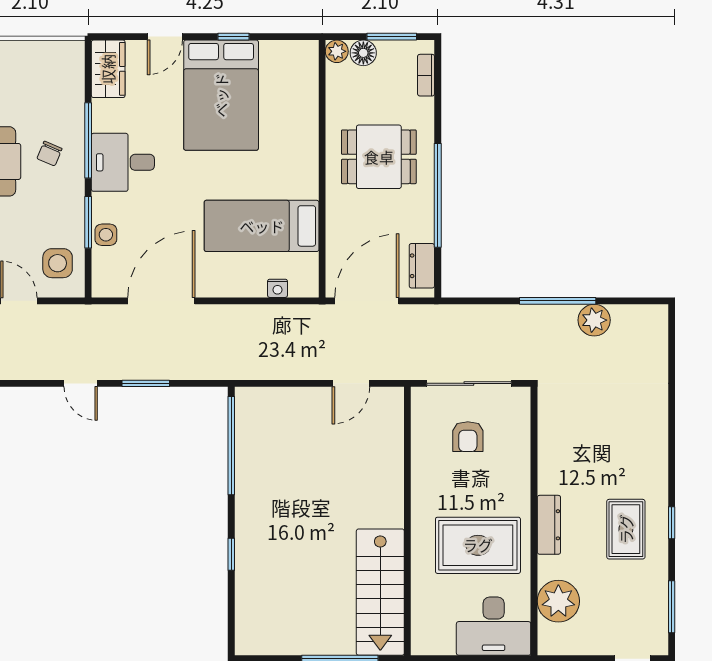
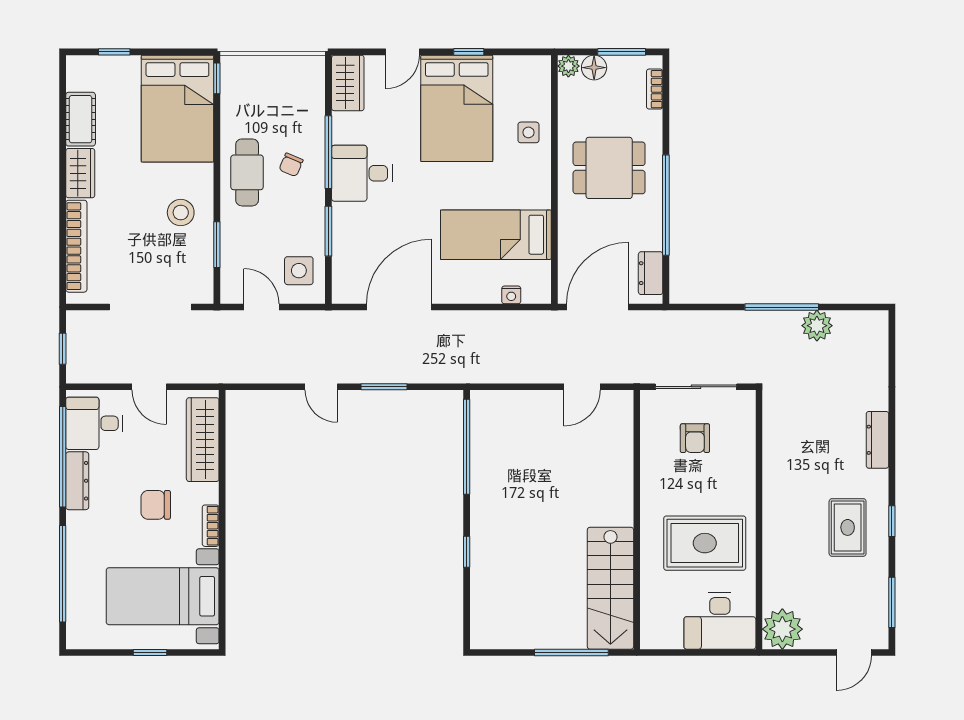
side table: (106, 235) -> (528, 132), moved
dresser: (549, 525) -> (877, 440), moved, turned 180
plant: (558, 601) -> (782, 629), moved

